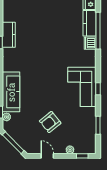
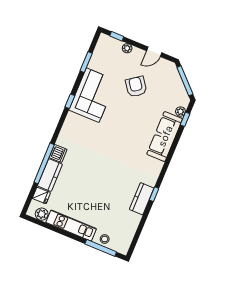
corner sofa: (82, 87) -> (93, 95), moved
armchair: (50, 122) -> (136, 87), turned -87
door: (47, 156) -> (154, 52), hinge flipped

